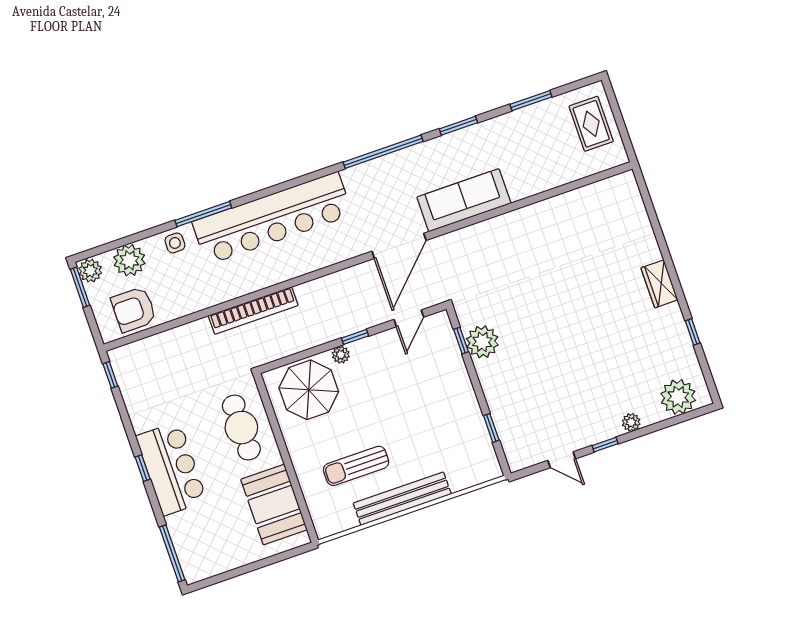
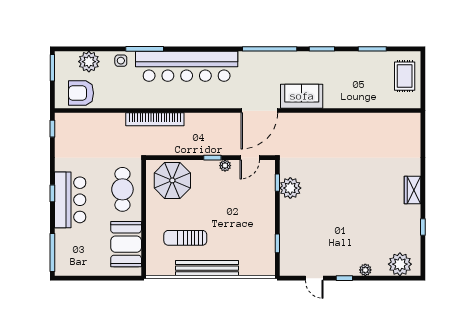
sofa: (464, 200) -> (302, 96), width x0.73
plant: (90, 271) -> (62, 60), removed
plant: (341, 355) -> (225, 166), moved

